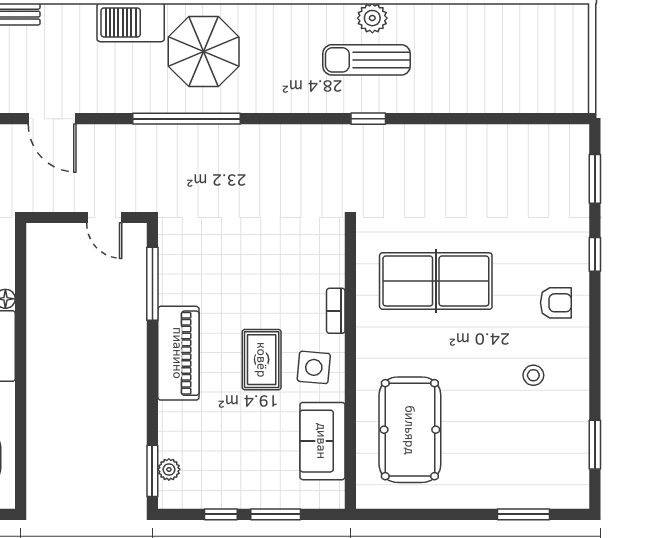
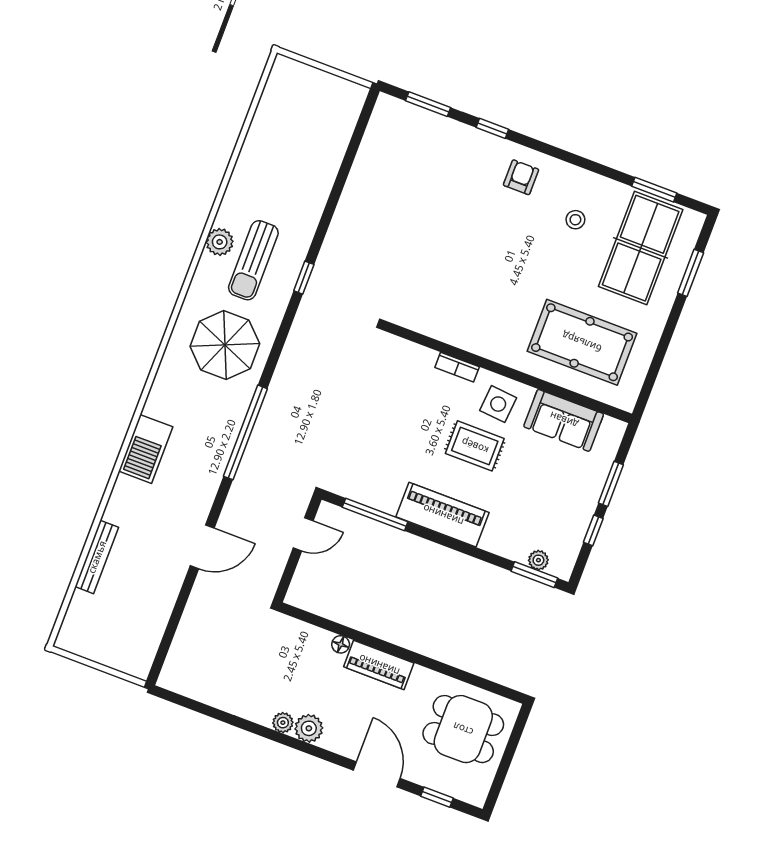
parasol: (204, 52) -> (225, 345), moved
table tennis table: (436, 281) -> (641, 248), moved

